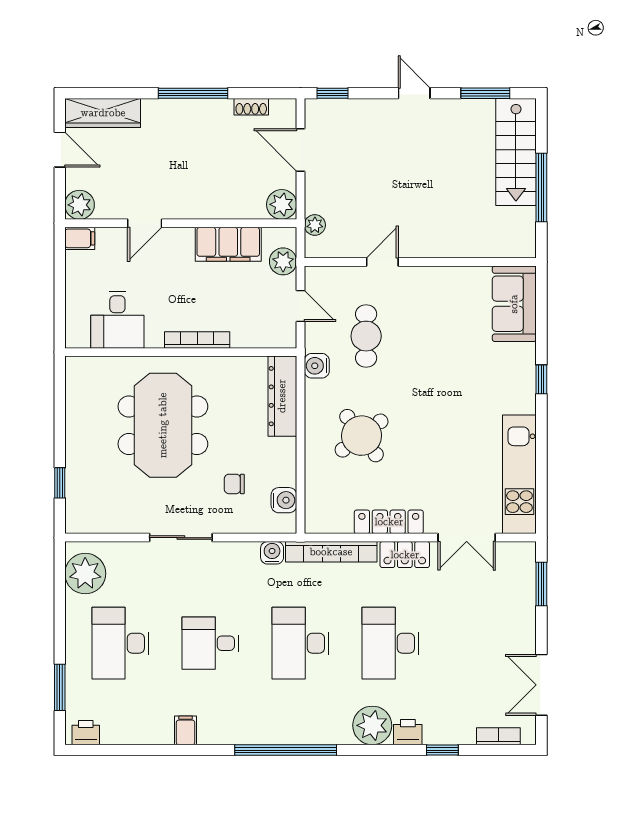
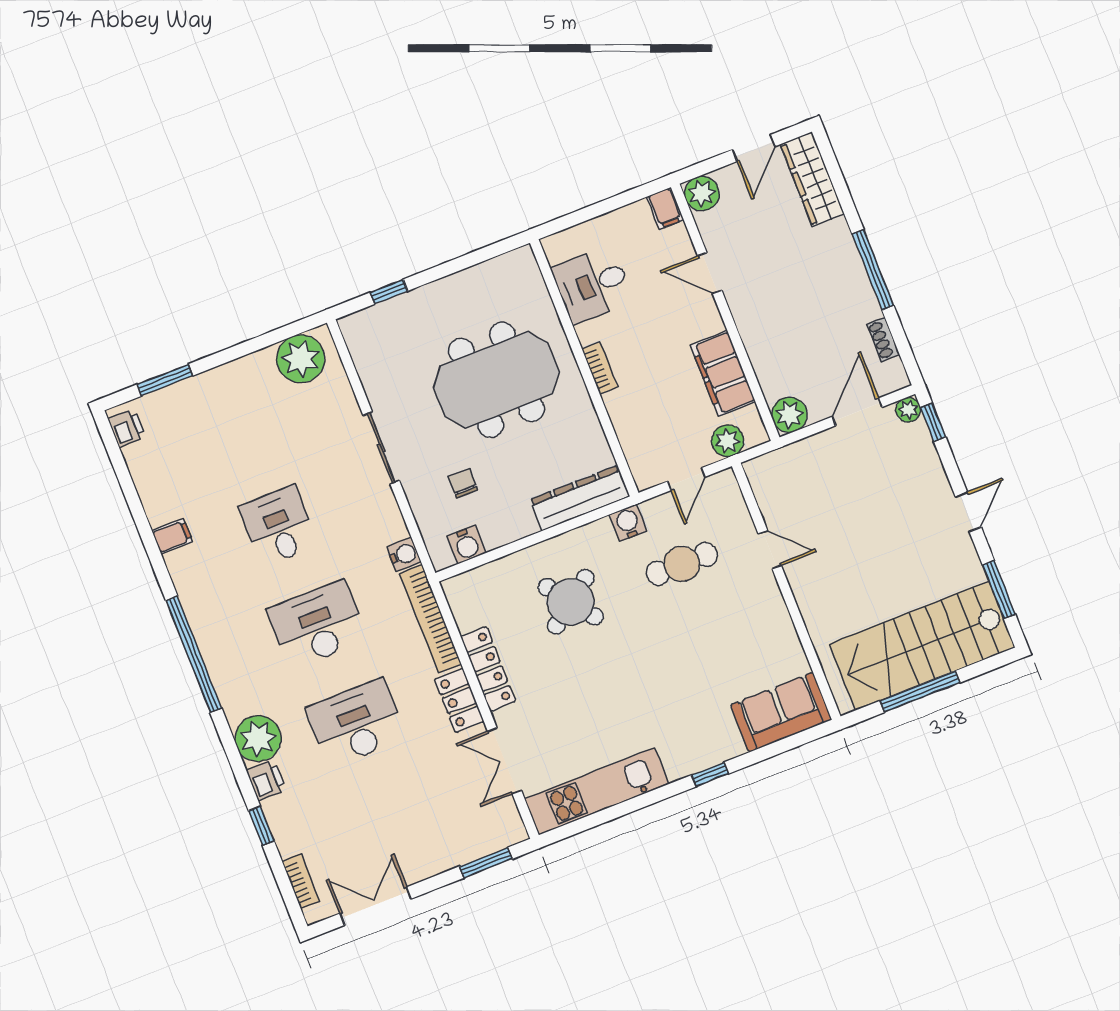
stairs: (516, 152) -> (922, 646), width x1.36, depth x1.51
plant: (315, 225) -> (908, 410), moved
bookcase: (197, 340) -> (600, 368), width x0.64
desk: (120, 643) -> (240, 427), removed

